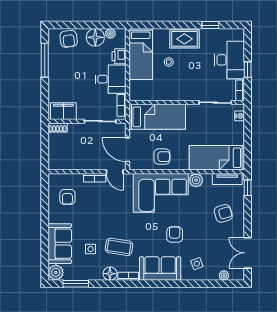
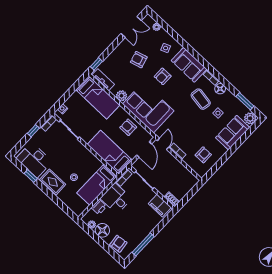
bed: (141, 54) -> (97, 185), moved, turned 180
desk: (230, 60) -> (34, 160), moved, turned -90
armchair: (223, 213) -> (139, 60), moved

